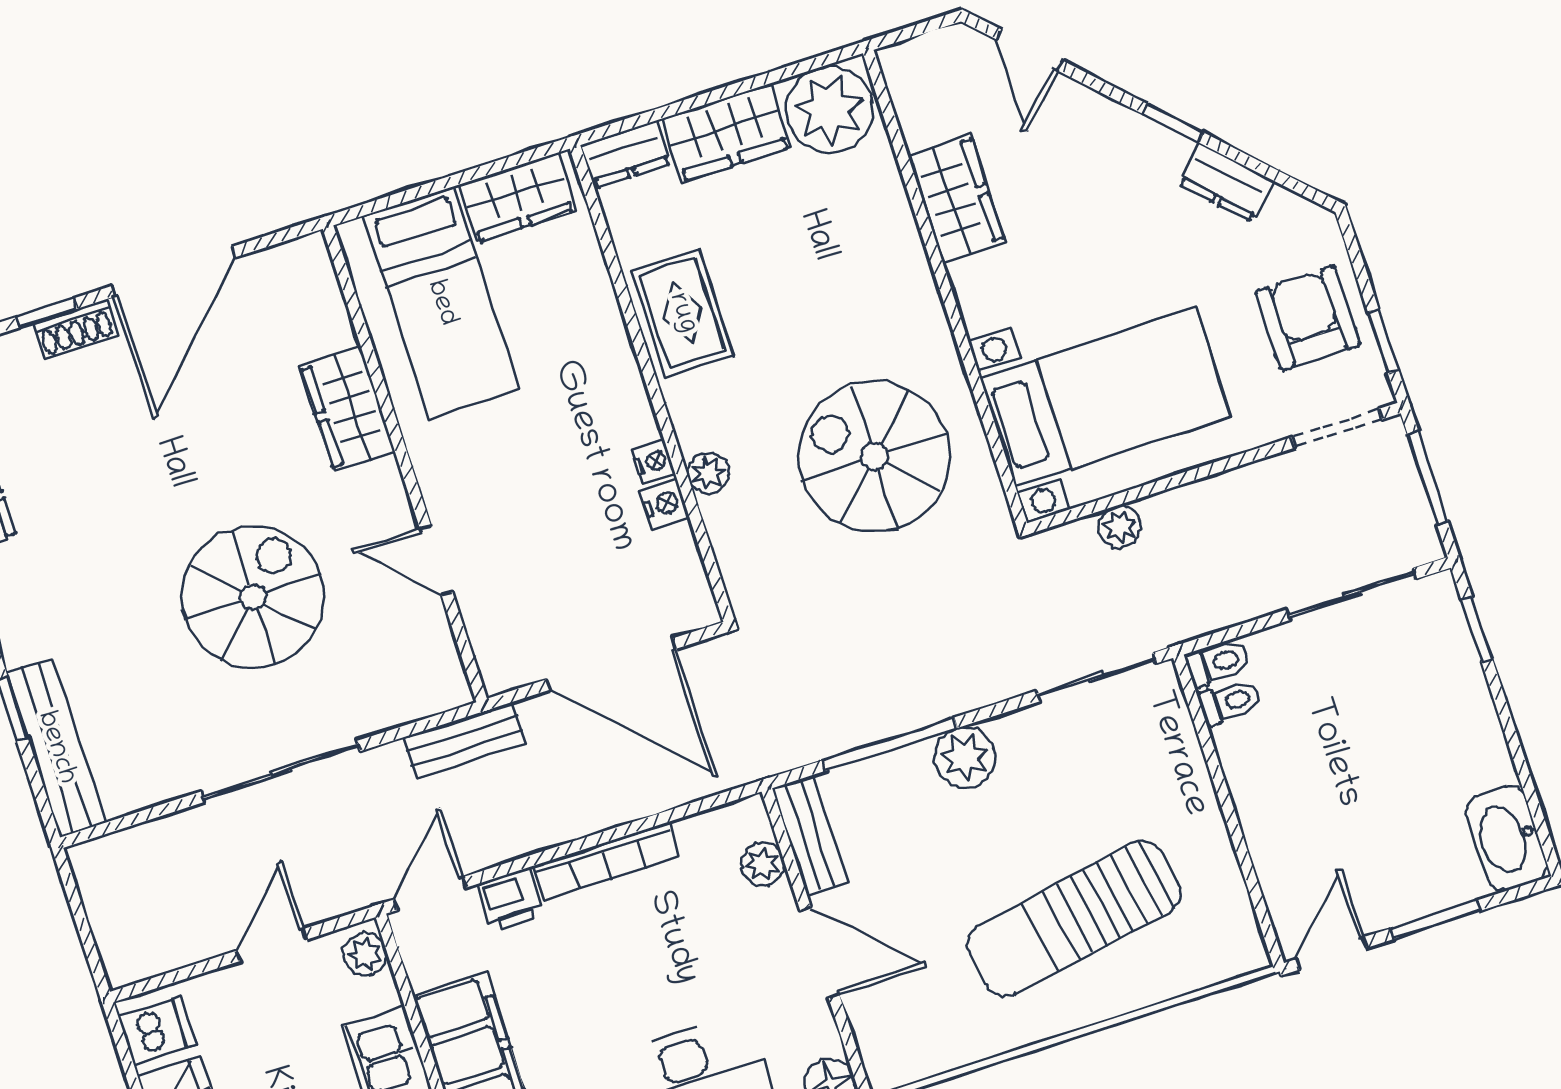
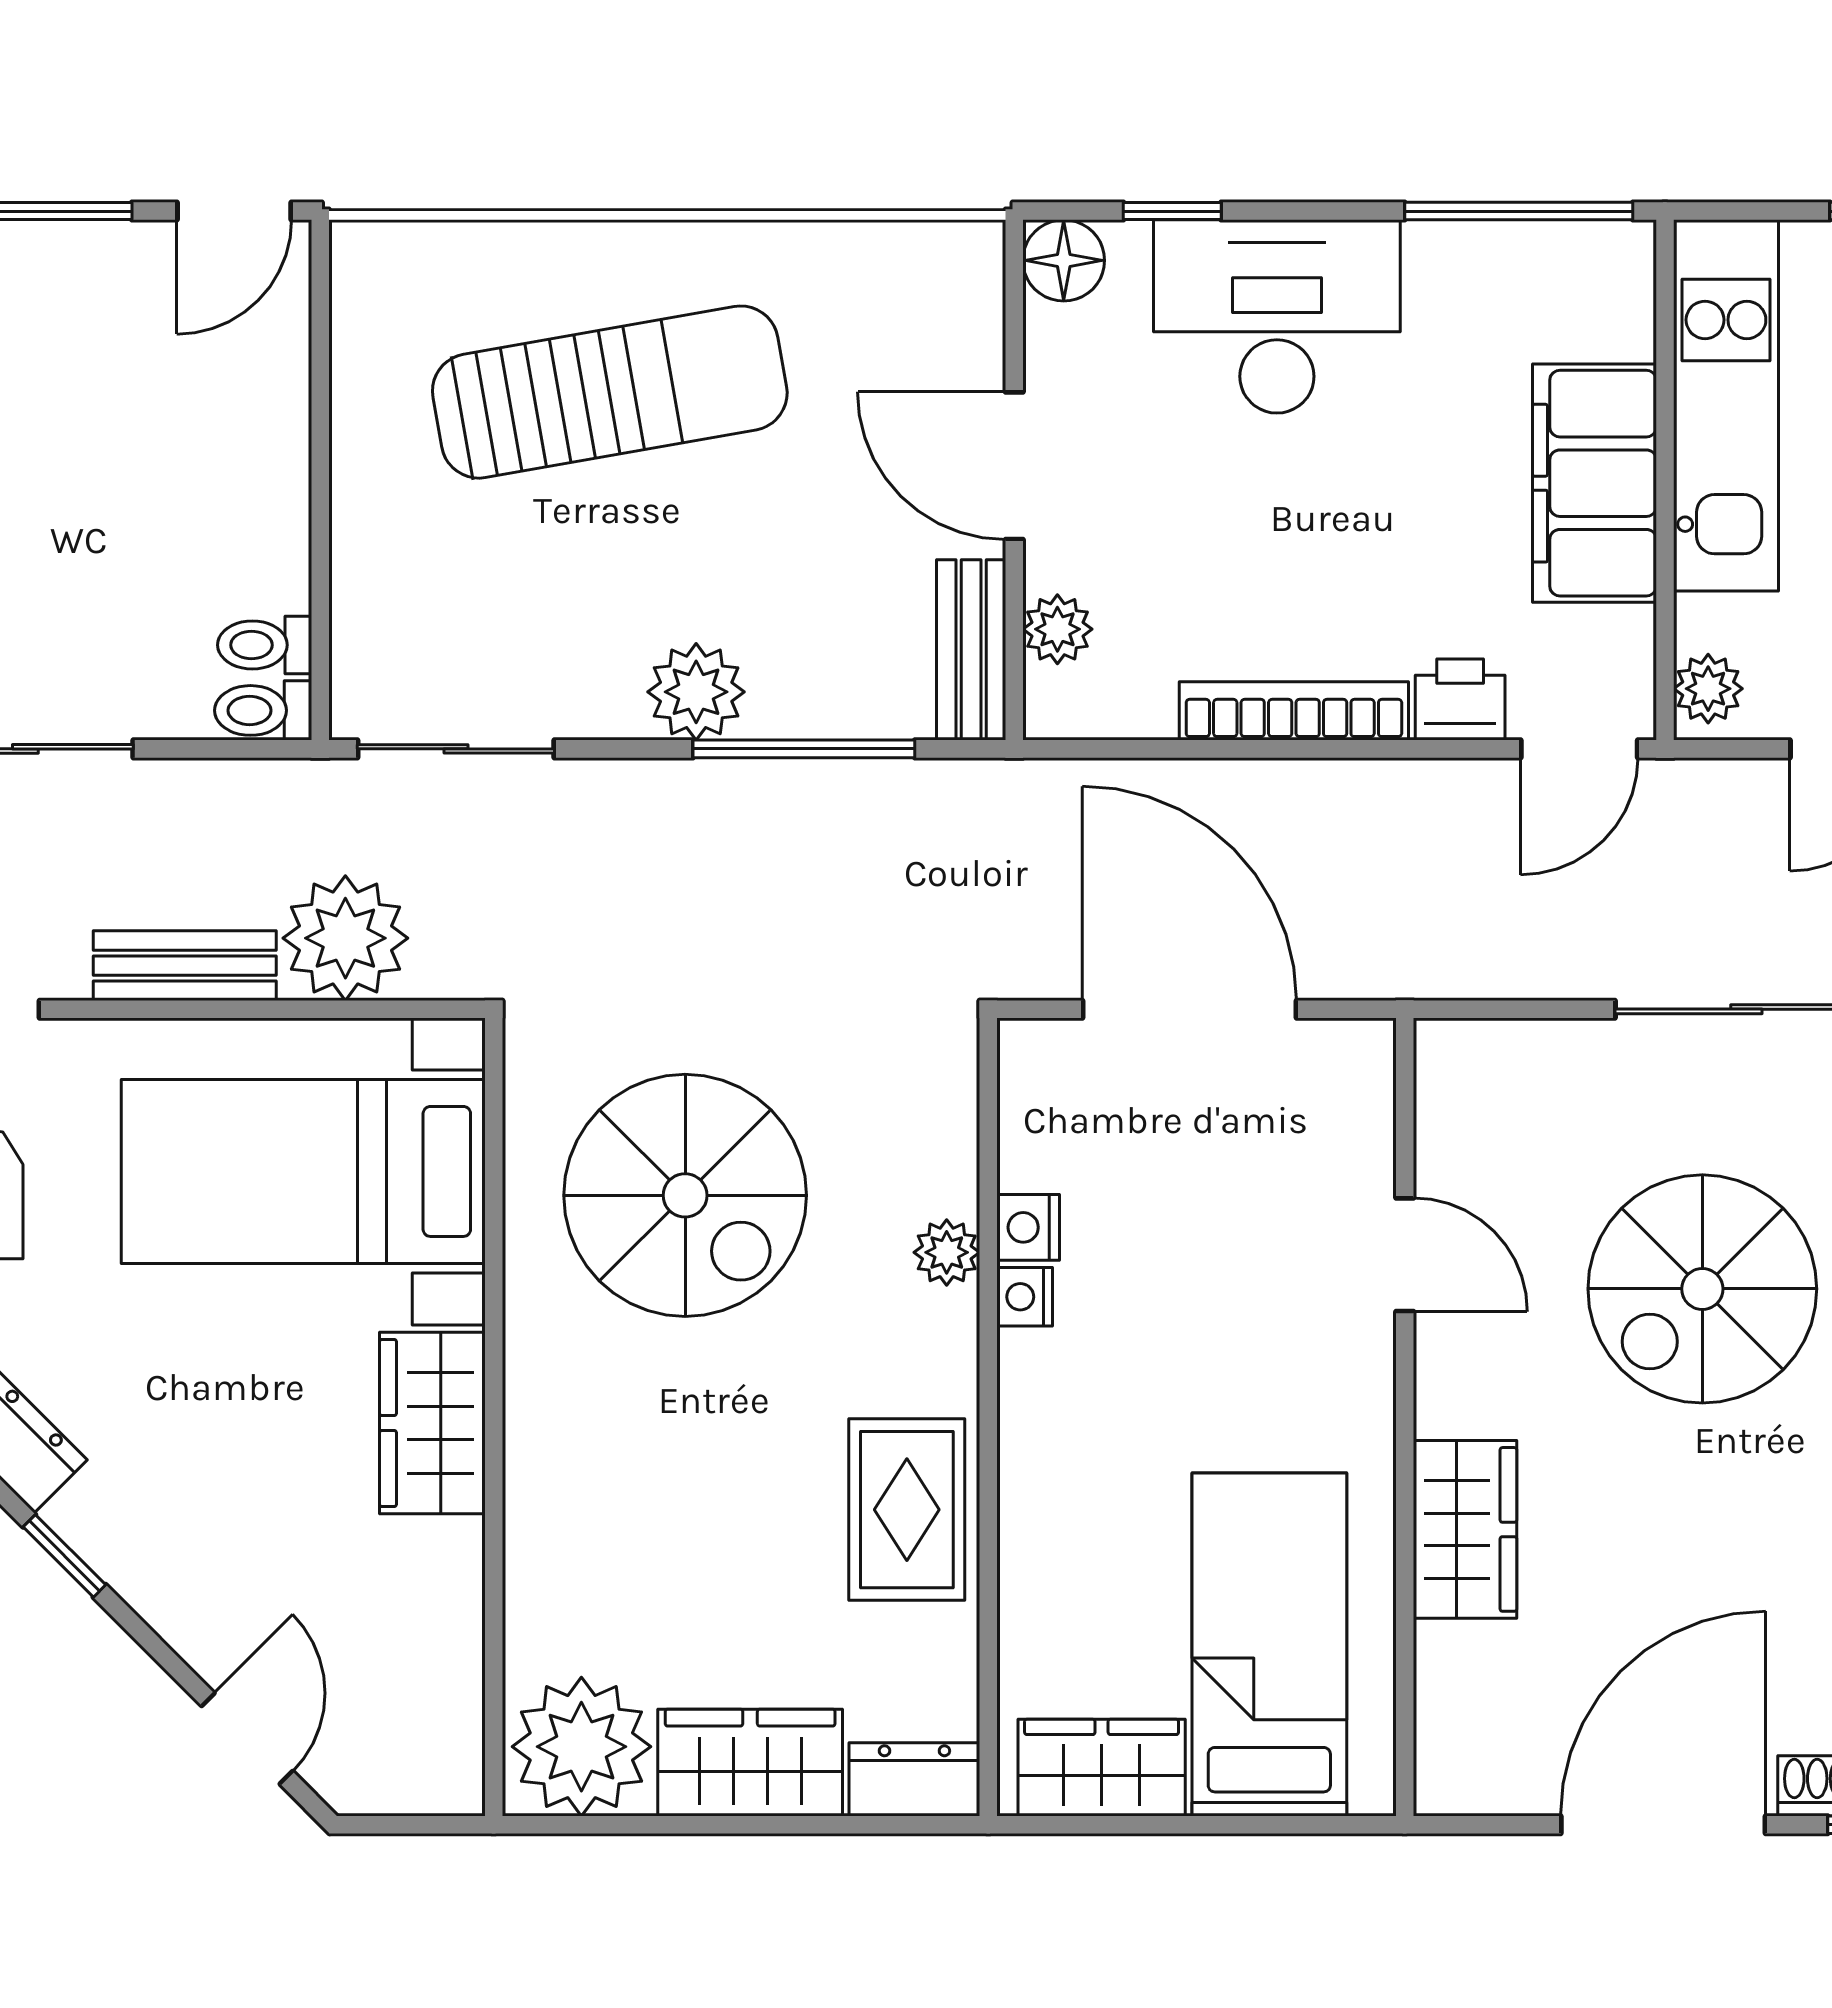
wardrobe: (956, 198) -> (432, 1423), moved
plant: (1120, 526) -> (345, 938), width x1.88, depth x1.88
bench: (465, 740) -> (185, 966), moved

